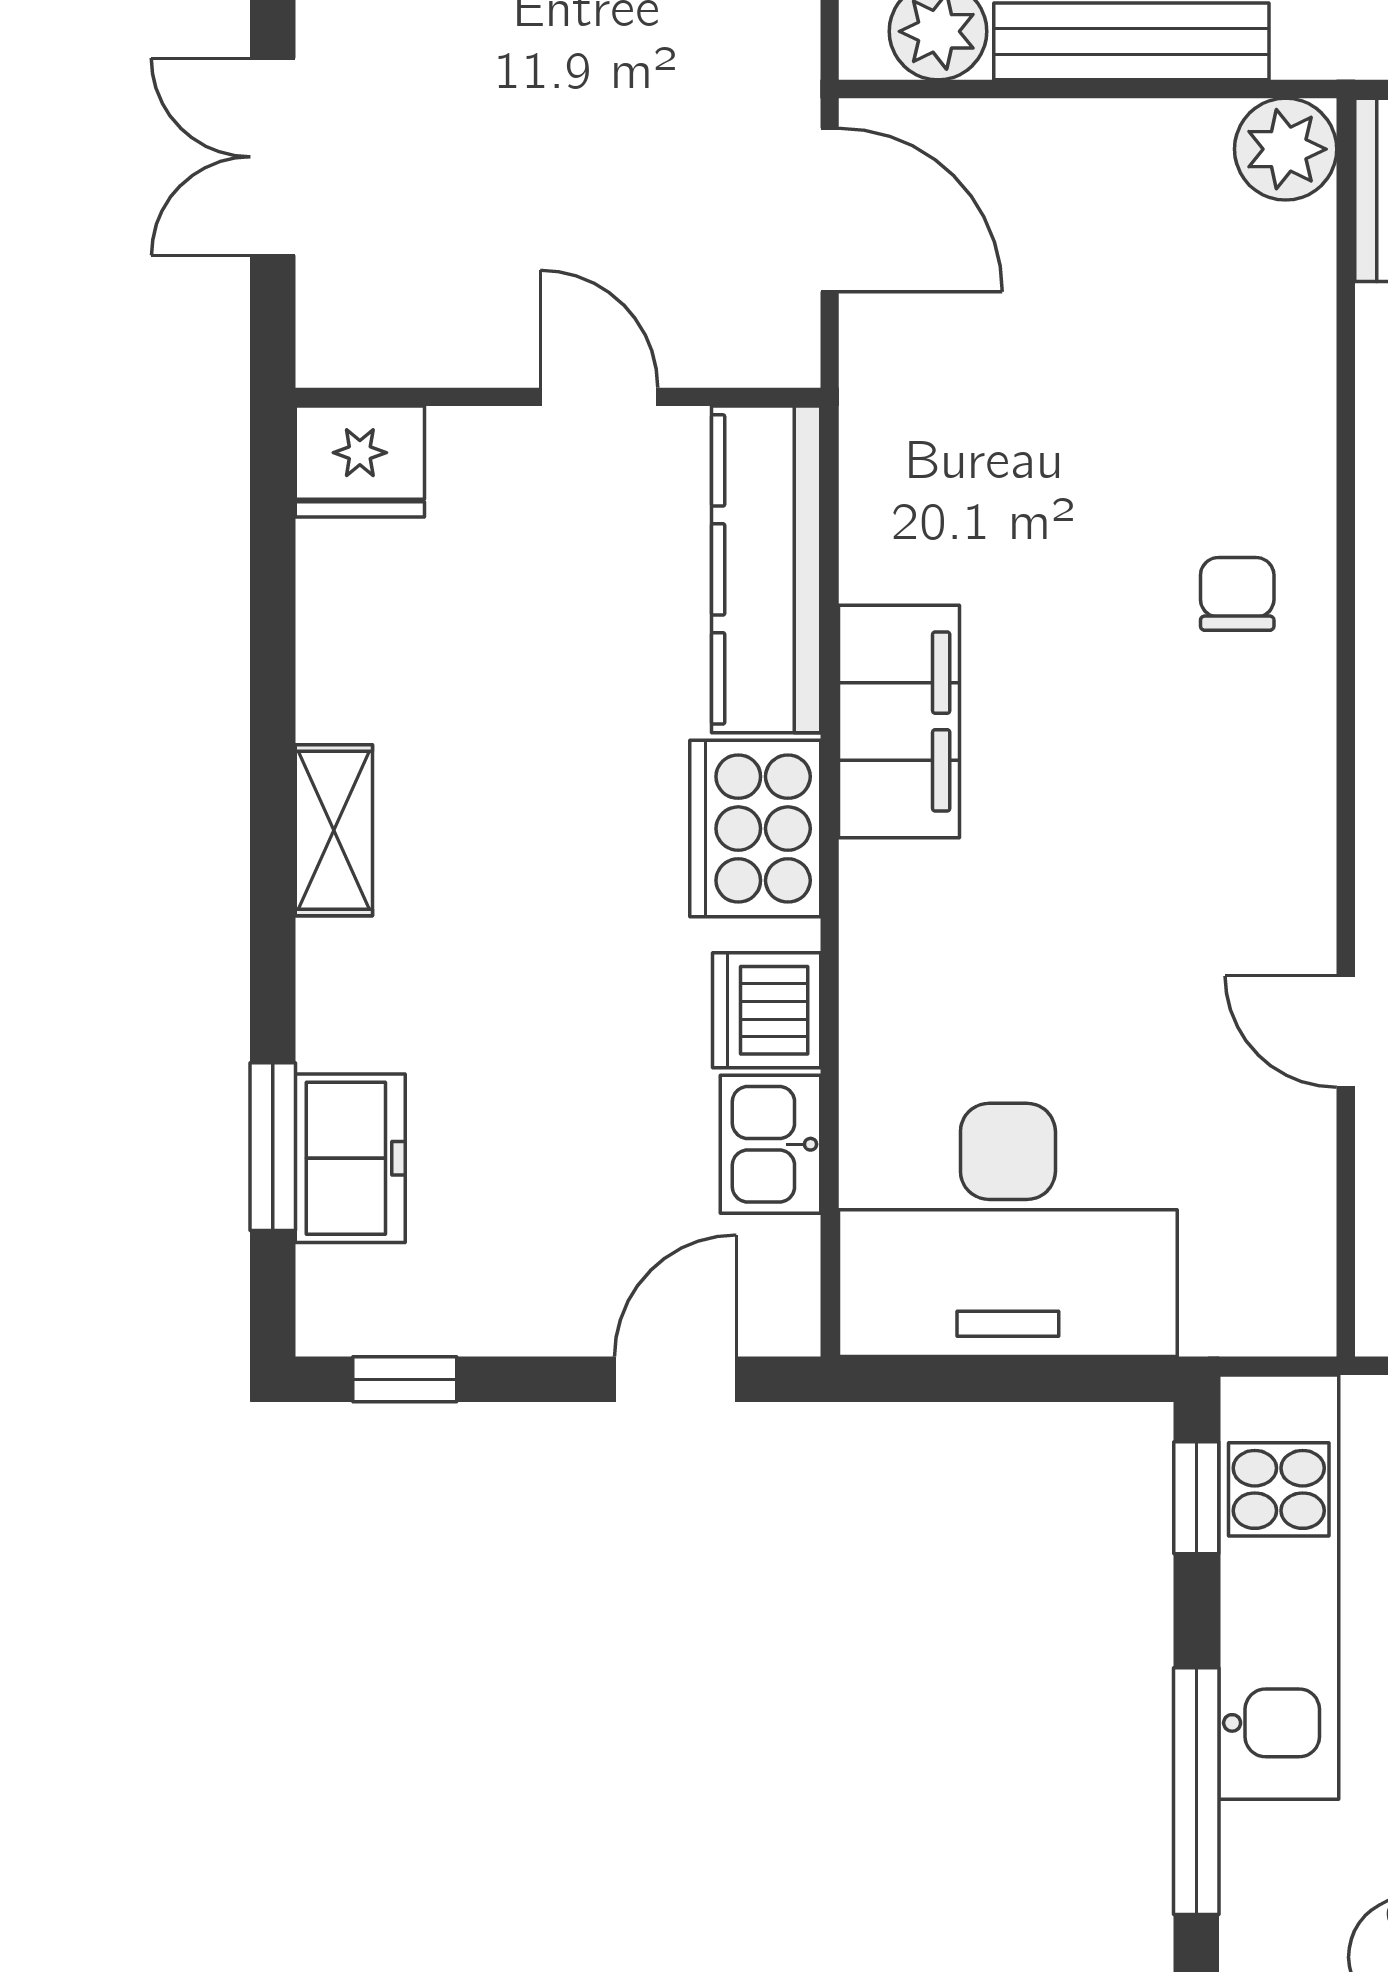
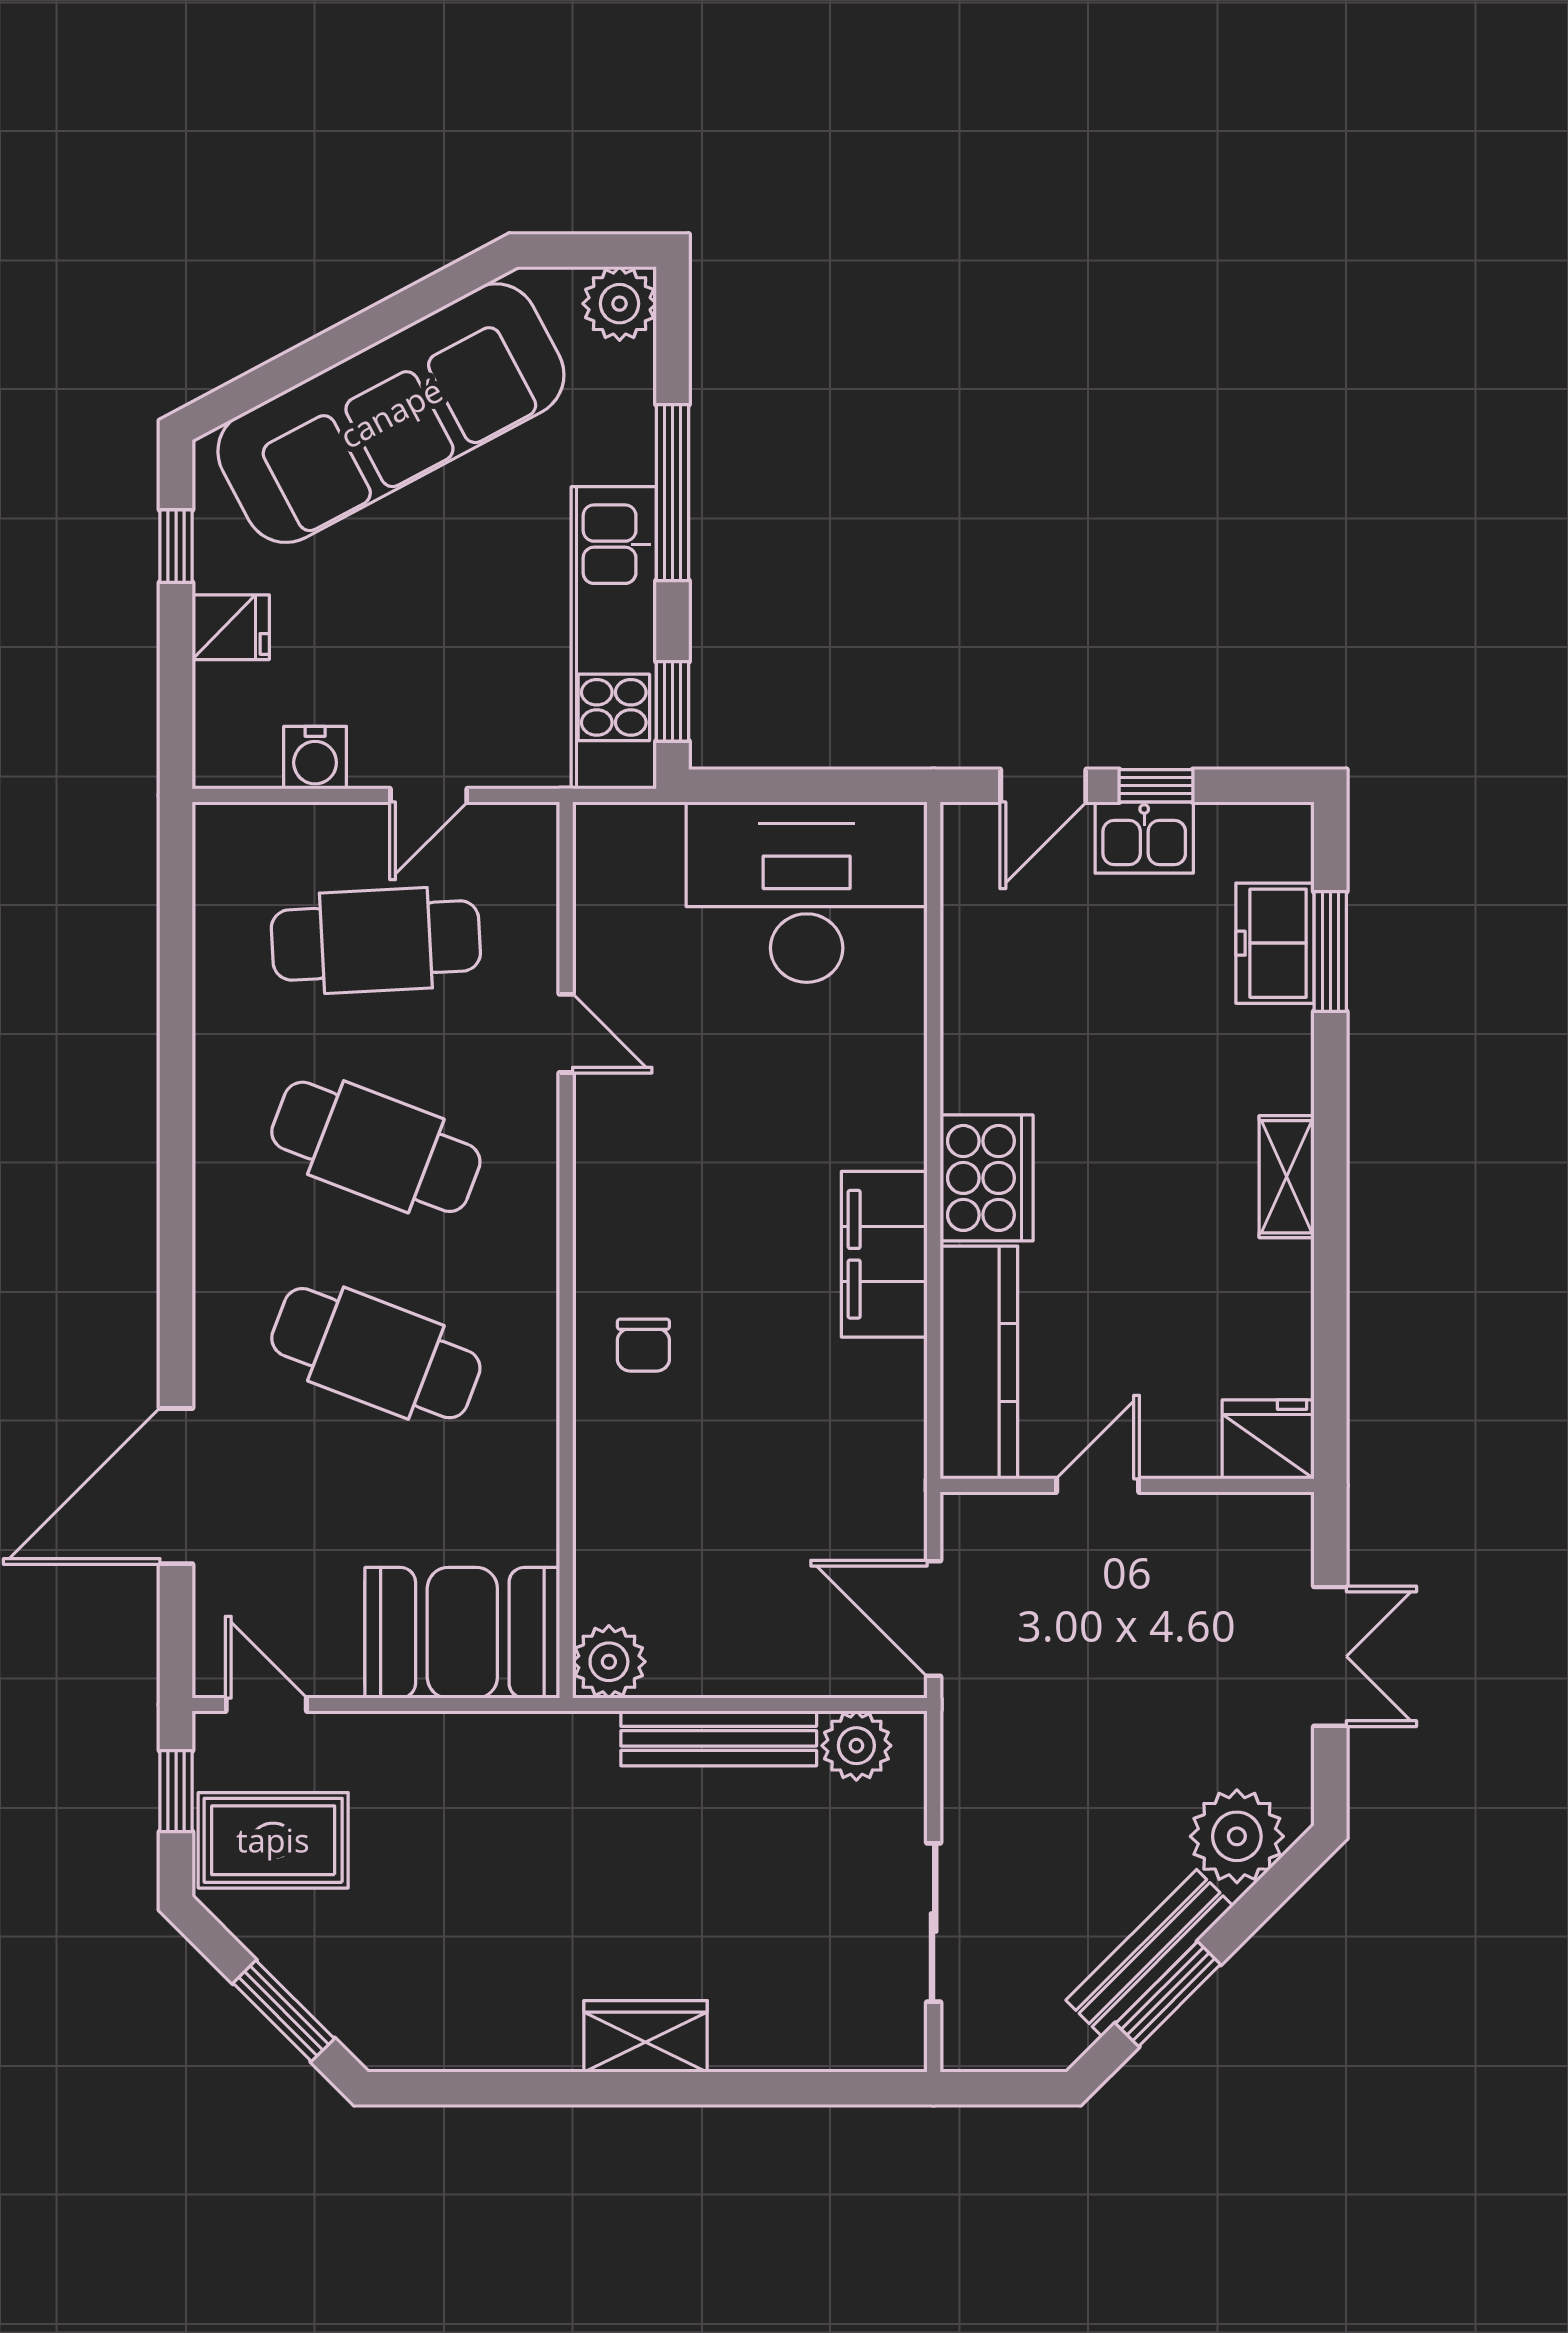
door: (599, 397) -> (1098, 1485), swing flipped
dishwasher: (767, 1010) -> (979, 1049), removed
kitchen sink: (770, 1144) -> (1144, 838), moved, turned 90
window: (405, 1379) -> (1156, 786), moved

